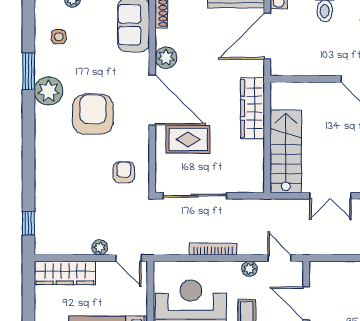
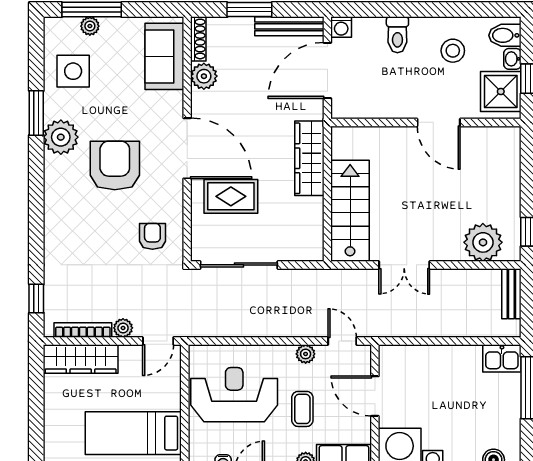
side table: (59, 37) -> (73, 71), width x1.87, depth x1.87
plant: (166, 58) -> (204, 76), moved
bookcase: (213, 249) -> (83, 330), moved
door: (128, 258) -> (158, 341), hinge flipped

